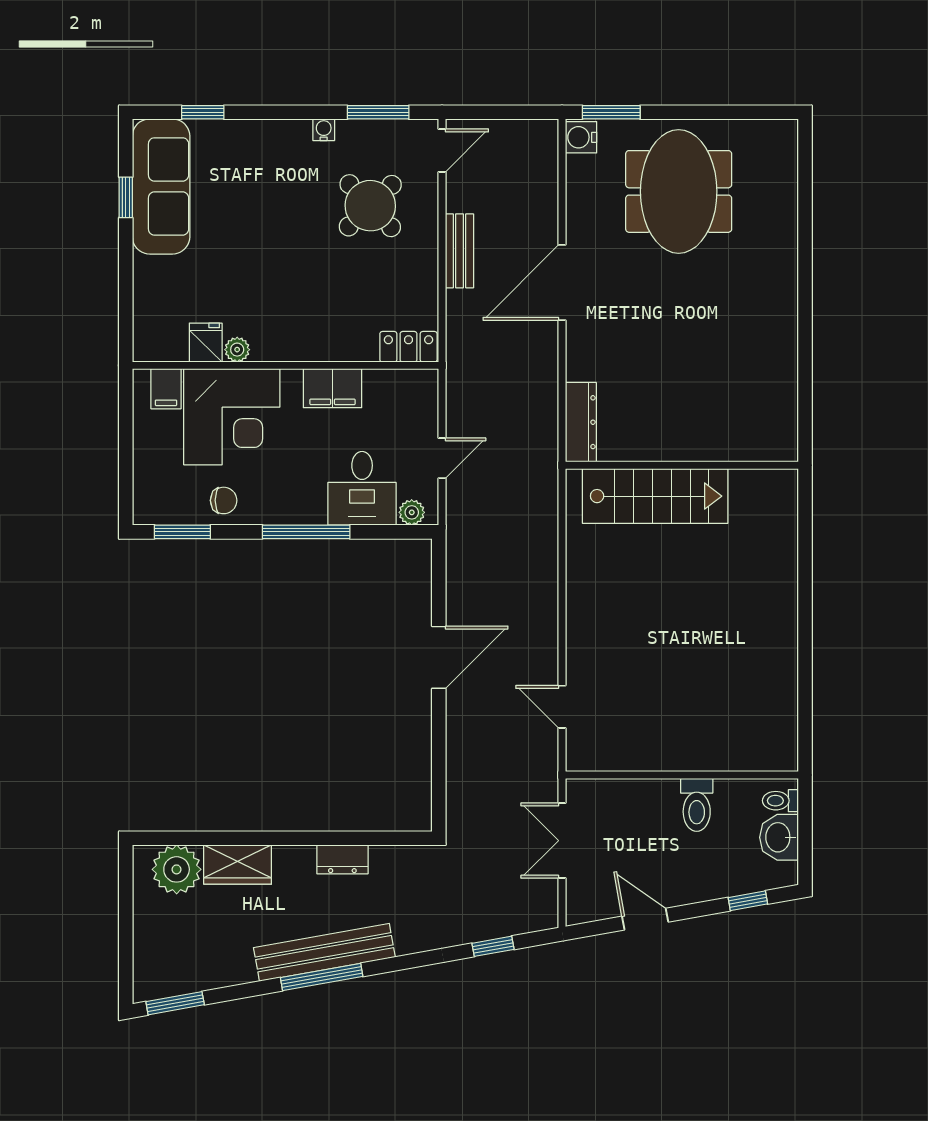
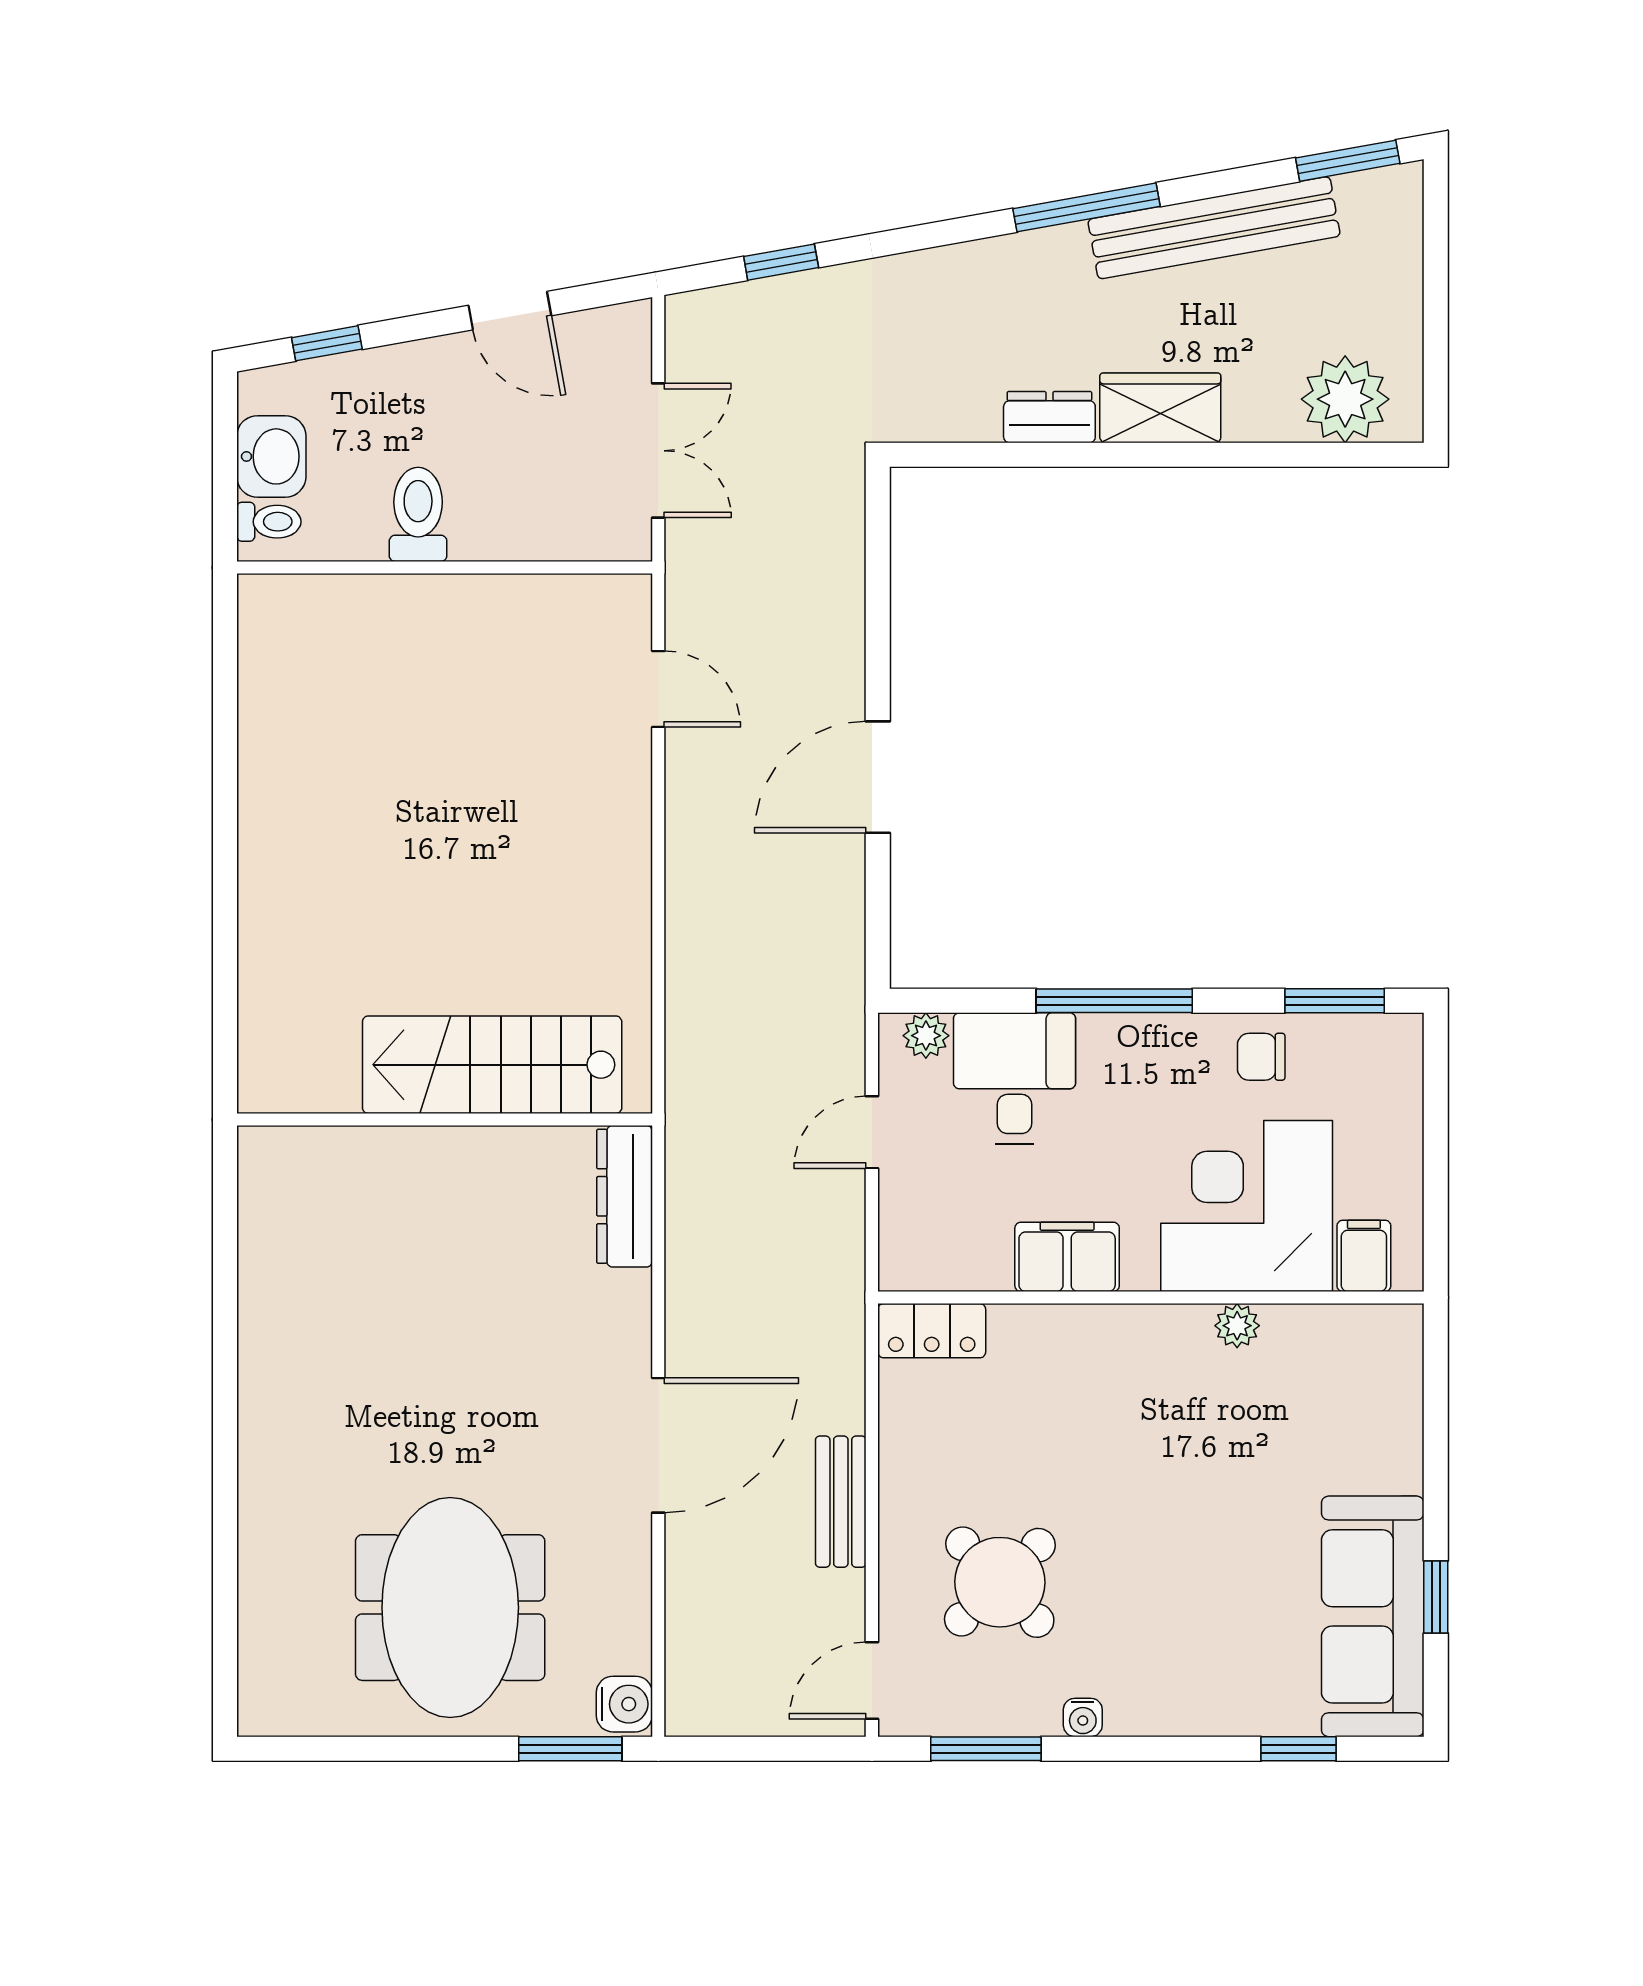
fridge: (206, 343) -> (1293, 1338), removed
wardrobe: (238, 865) -> (1160, 408), moved
bench: (324, 952) -> (1214, 228), moved

